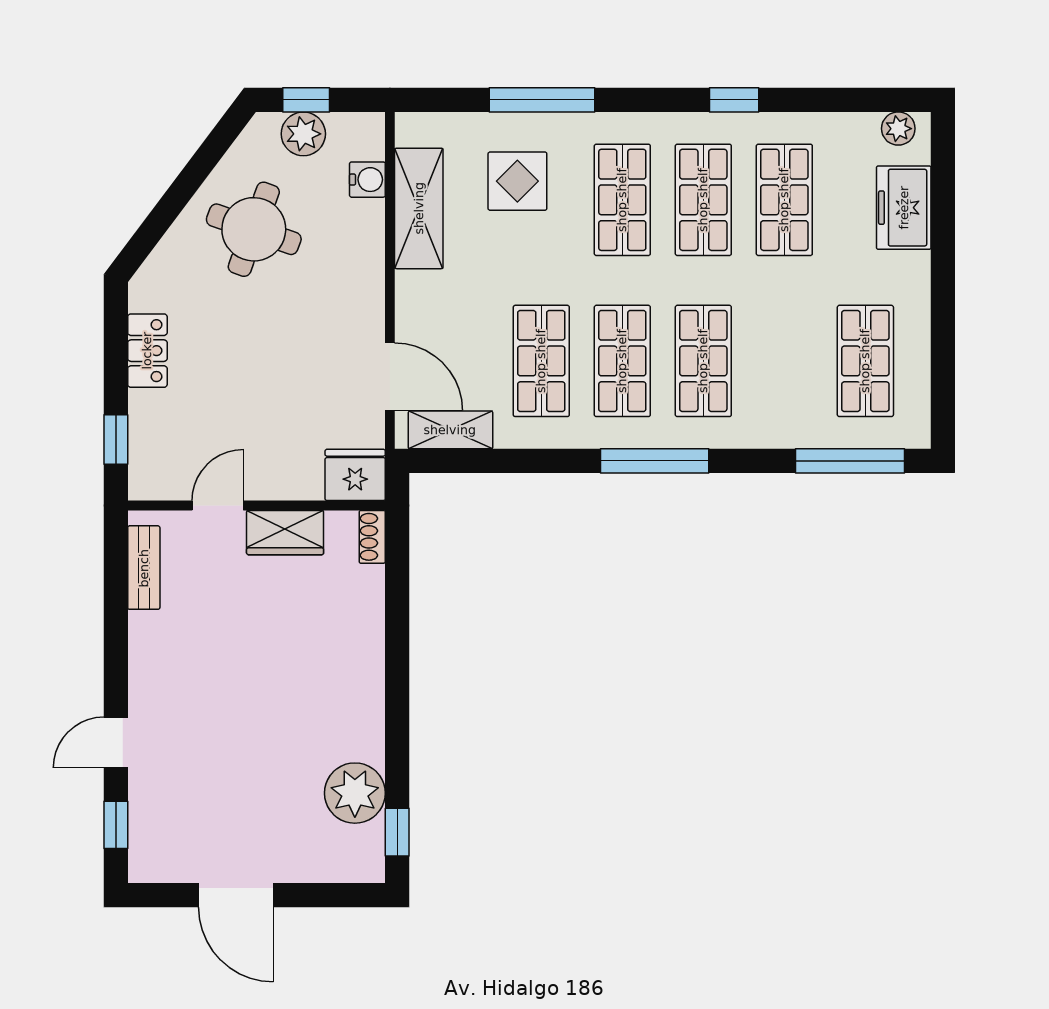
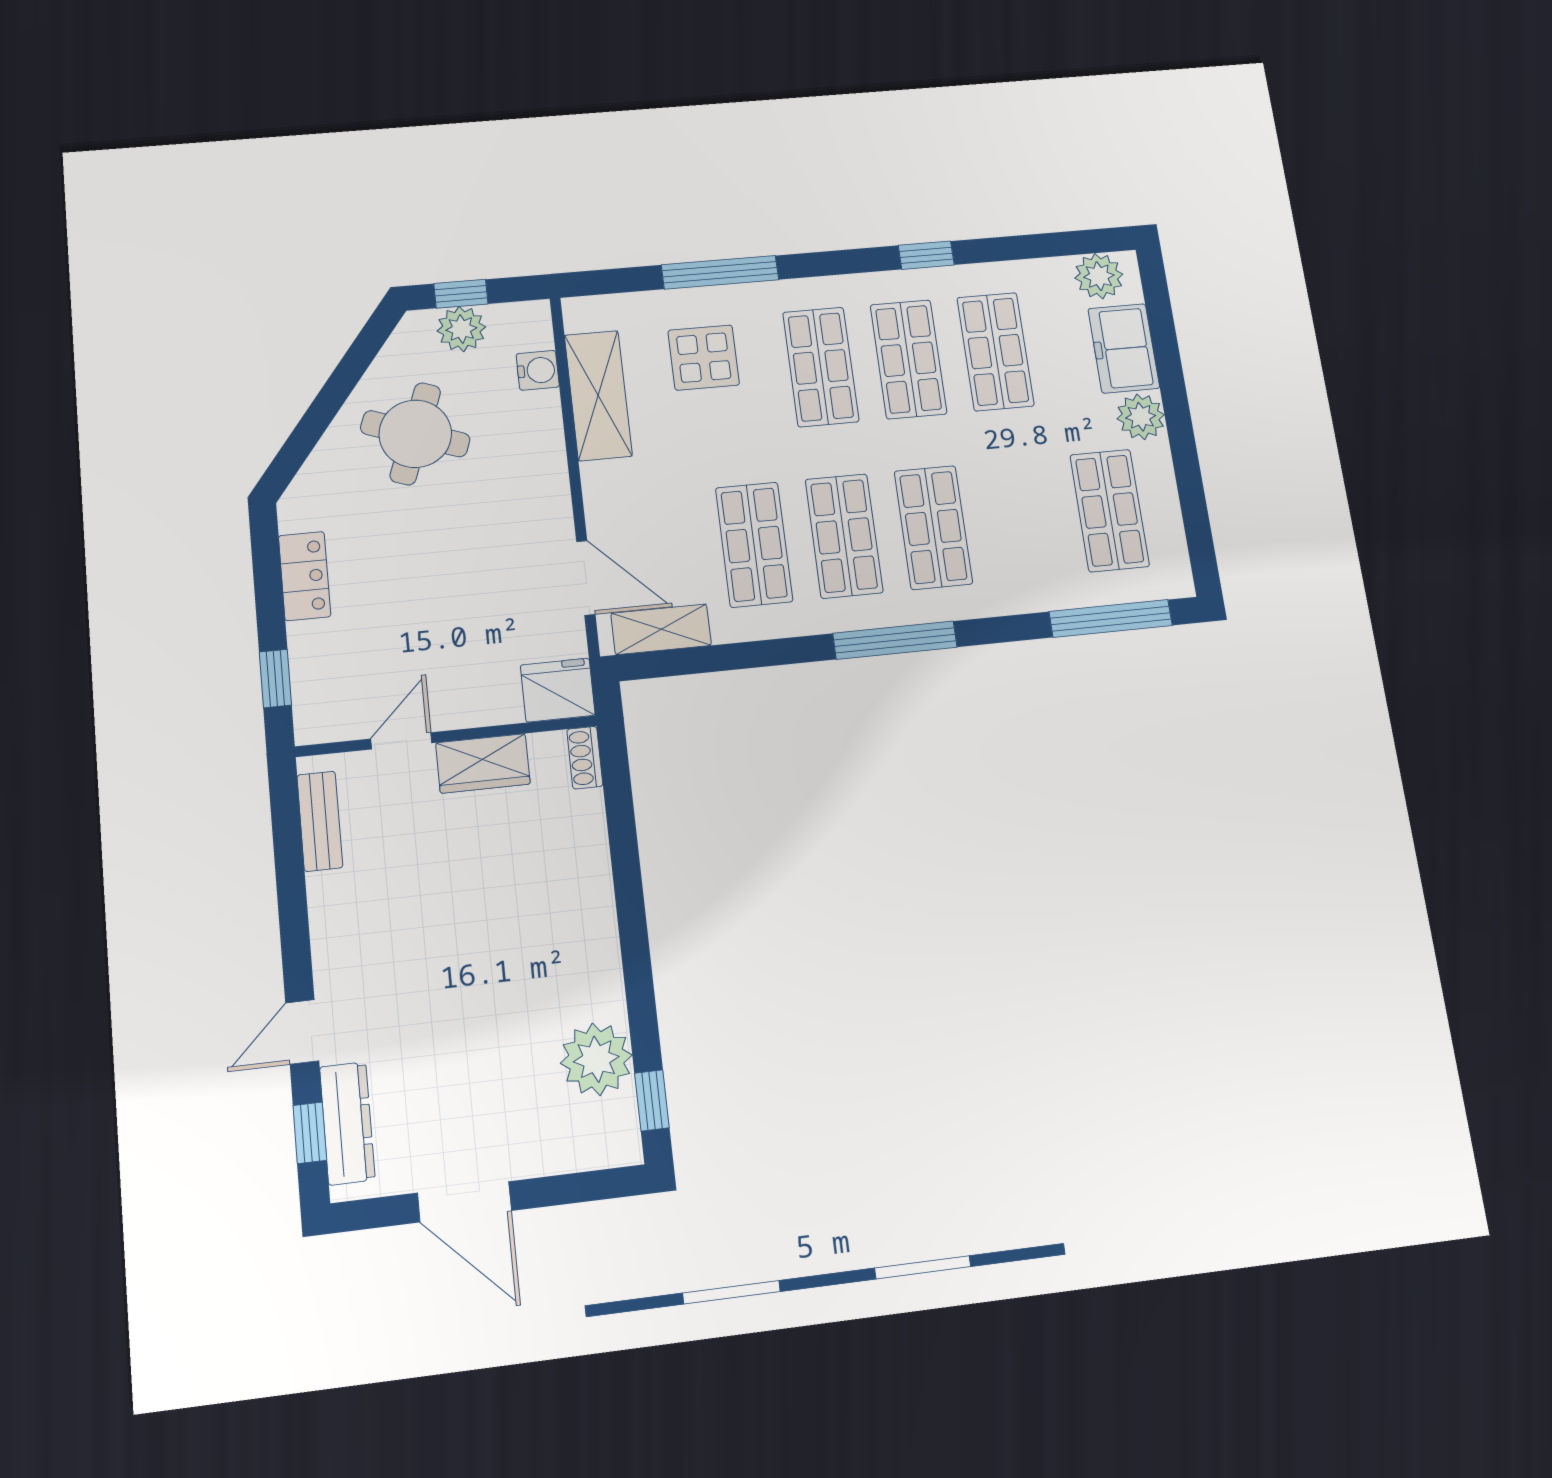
plant: (898, 129) -> (1099, 276), width x1.38, depth x1.38
plant: (909, 275) -> (1141, 417), added
dresser: (147, 821) -> (347, 1123), added

